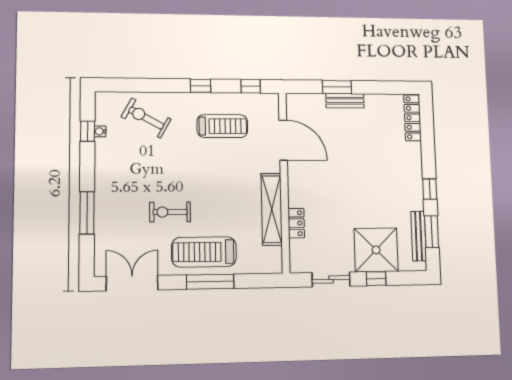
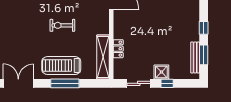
shelving: (272, 209) -> (103, 57), moved
exercise bike: (170, 212) -> (62, 25), moved
shower: (376, 250) -> (161, 72), width x0.54, depth x0.54

